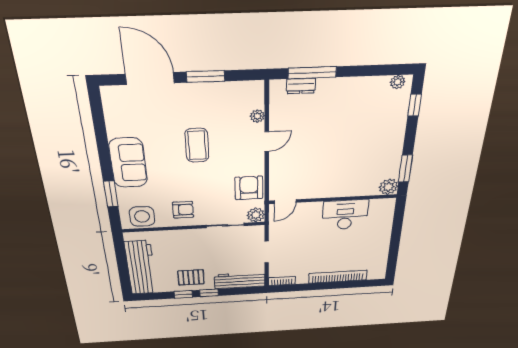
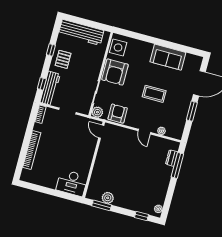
sofa: (128, 163) -> (168, 57), moved
plant: (388, 187) -> (108, 198), moved
armchair: (249, 188) -> (118, 114), turned -90
window: (111, 194) -> (139, 36), removed
armchair: (183, 210) -> (115, 72), width x1.88, depth x1.88
desk: (345, 215) -> (72, 183), moved, turned 90
window: (209, 293) -> (42, 84), moved

